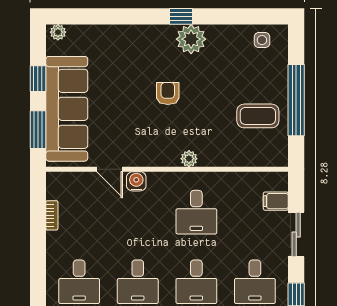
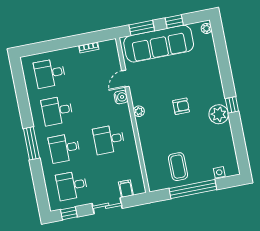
side table: (262, 40) -> (219, 172), moved
plant: (189, 159) -> (139, 111), moved

